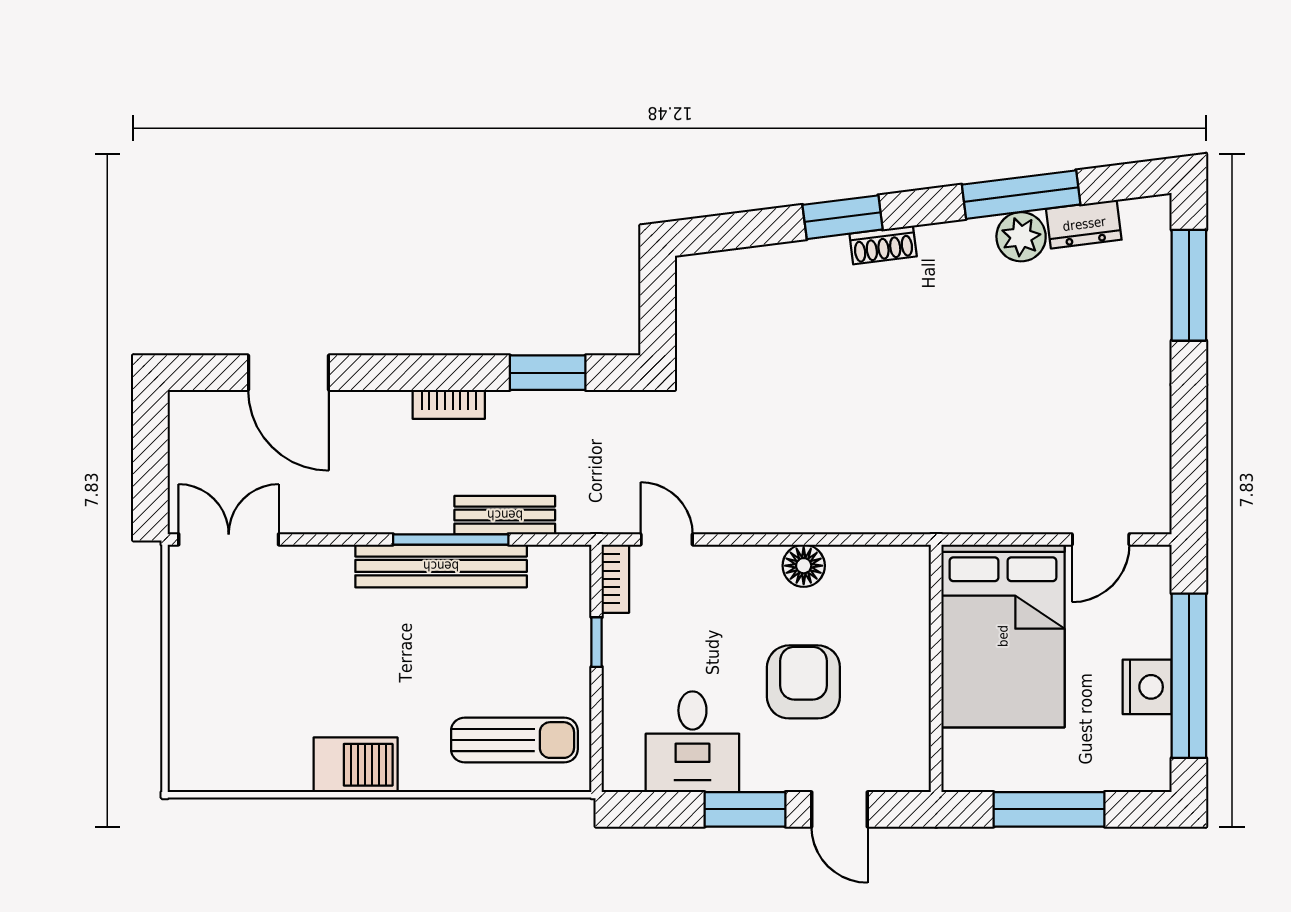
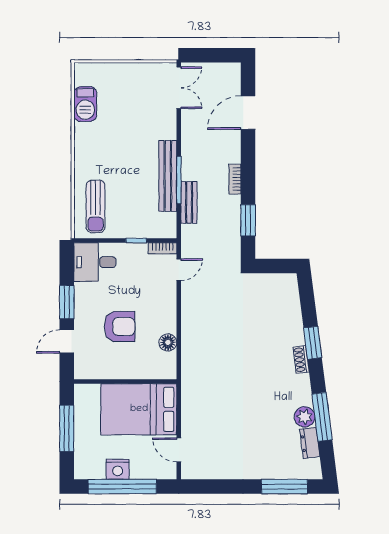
floor lamp: (804, 566) -> (168, 342), moved
desk: (692, 742) -> (95, 262), moved
barbecue: (356, 765) -> (85, 104), moved

